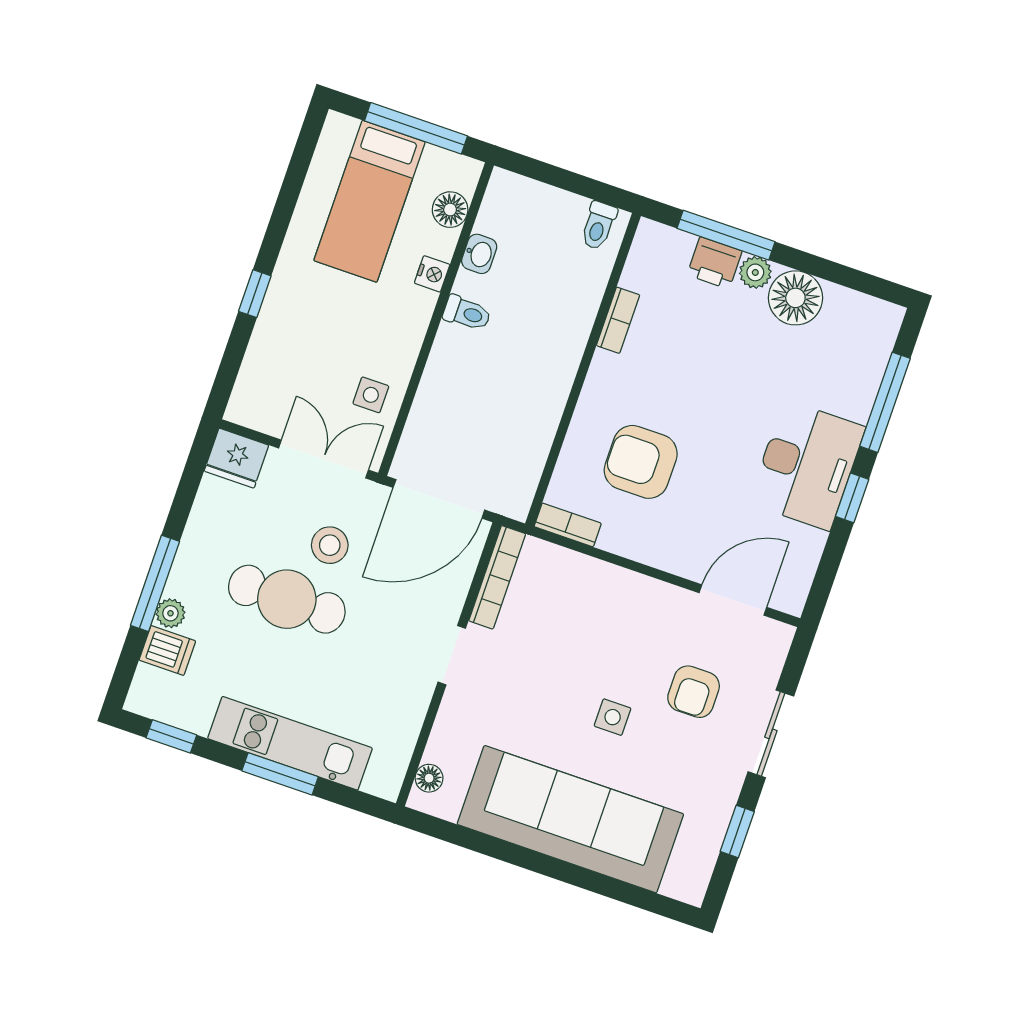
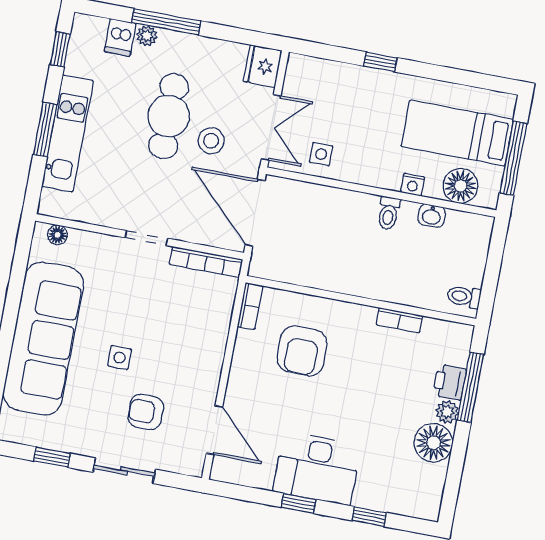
floor lamp: (450, 210) -> (461, 186), width x1.38, depth x1.38
window: (885, 402) -> (369, 517), width x0.46
armchair: (641, 462) -> (302, 351), turned 180

